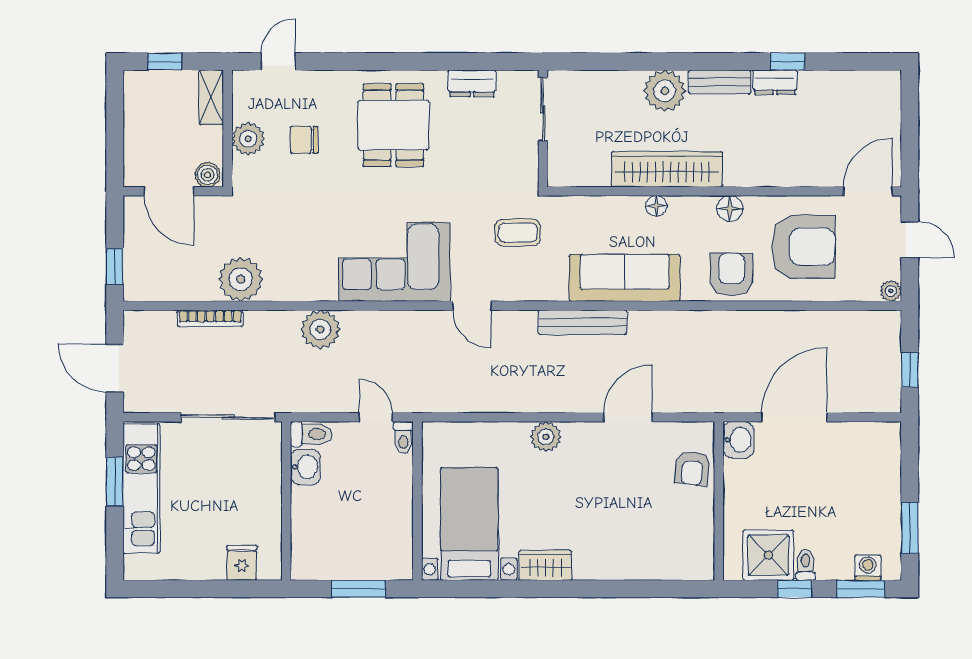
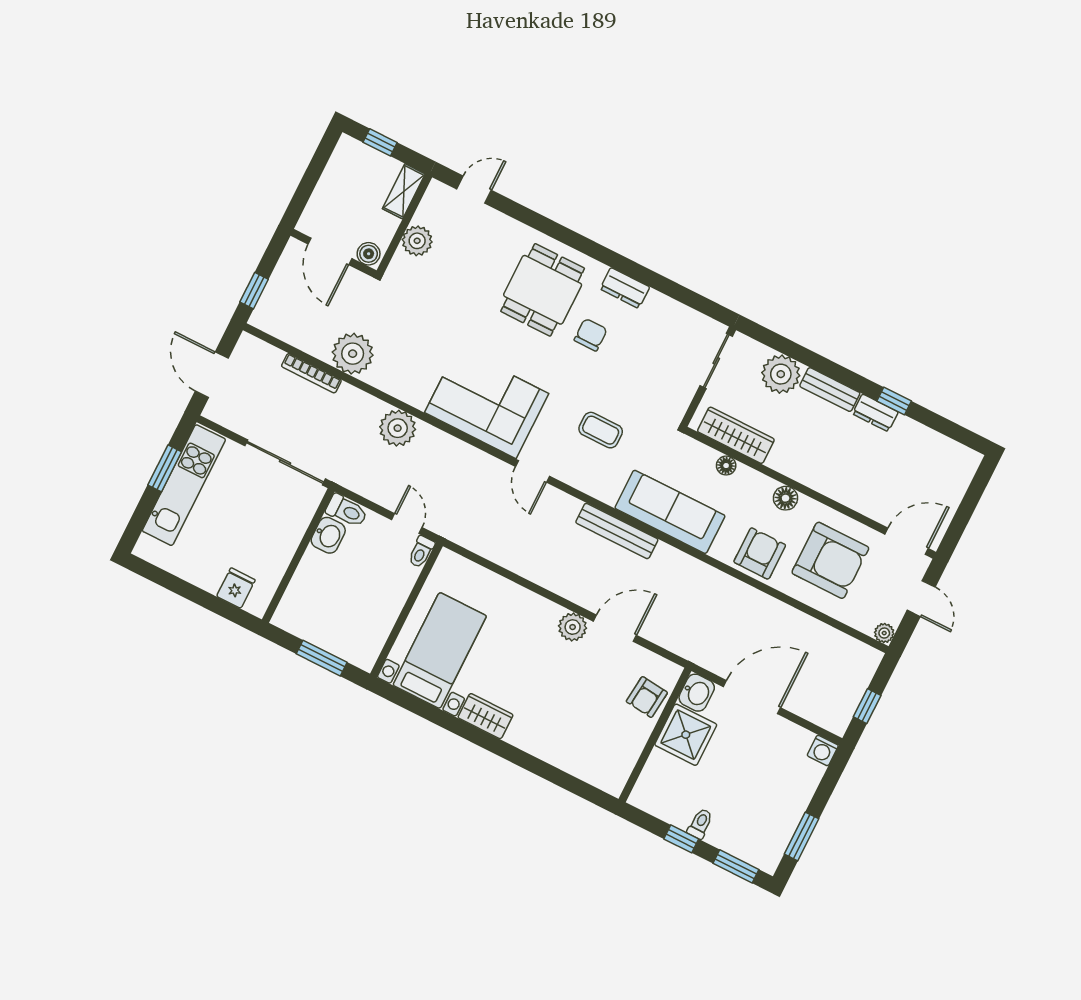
sliding door: (543, 109) -> (716, 361), moved
wall: (543, 129) -> (708, 377), moved
chair: (304, 140) -> (591, 335), moved, turned 90
wardrobe: (667, 169) -> (736, 435), width x0.71, depth x0.85
plant: (546, 437) -> (573, 627), moved
shower: (768, 555) -> (686, 735), moved
washing machine: (868, 568) -> (823, 750), moved, turned 180

